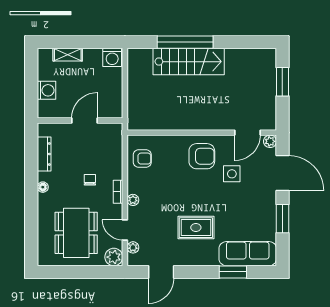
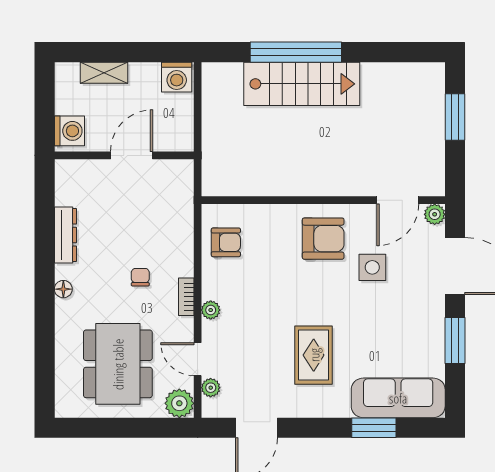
wall: (80, 120) -> (124, 155), moved
door: (85, 120) -> (132, 155), moved
rug: (196, 228) -> (314, 355), turned 90

